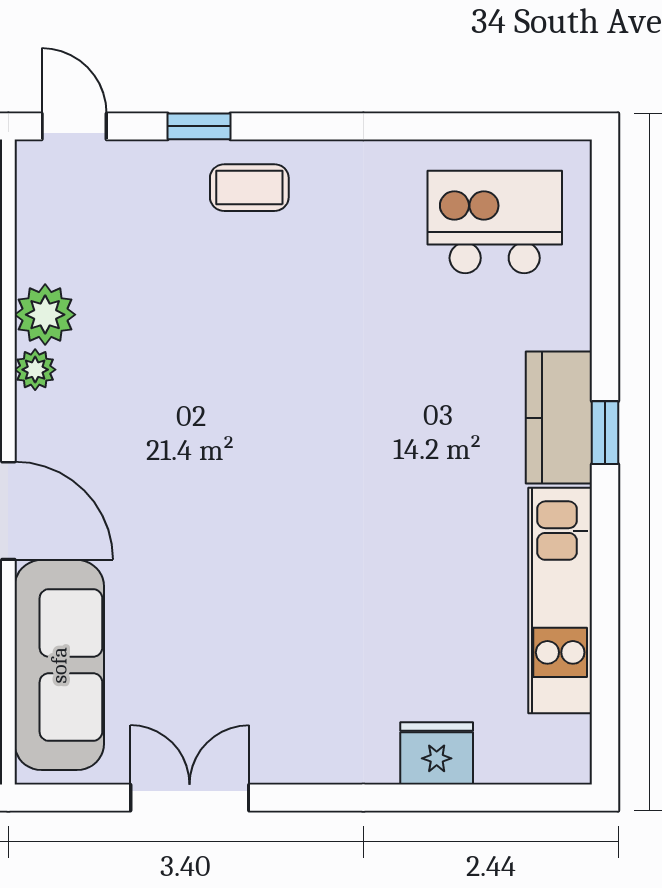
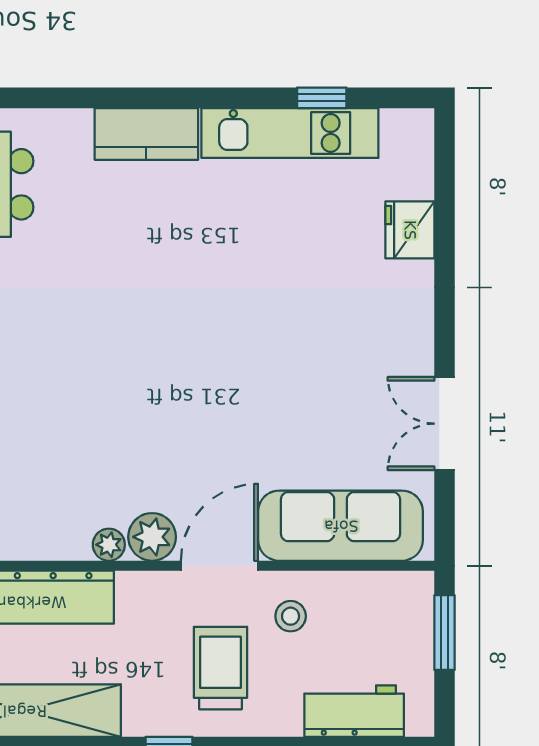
plant: (45, 315) -> (152, 537), moved
window: (605, 433) -> (322, 98), moved

